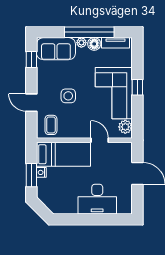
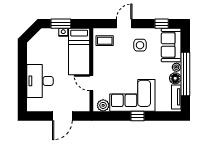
side table: (68, 96) -> (140, 45), moved
door: (100, 140) -> (91, 83), swing flipped

